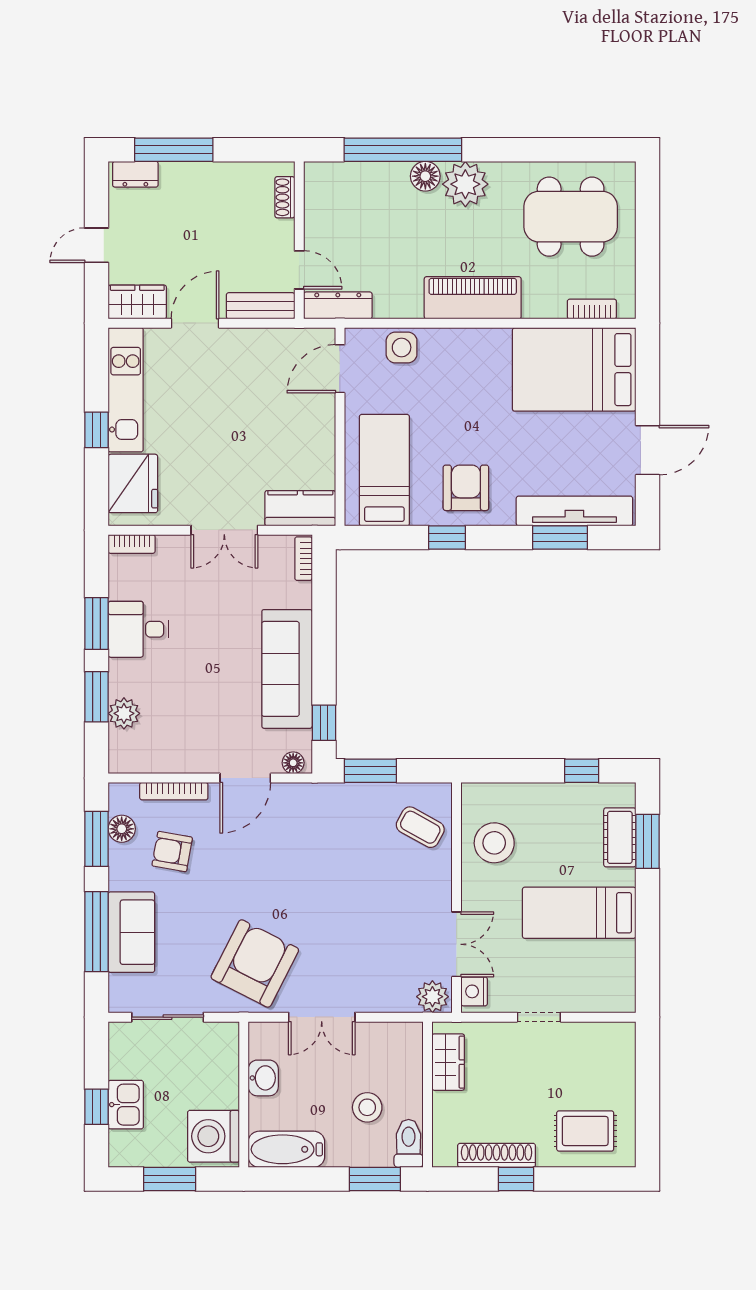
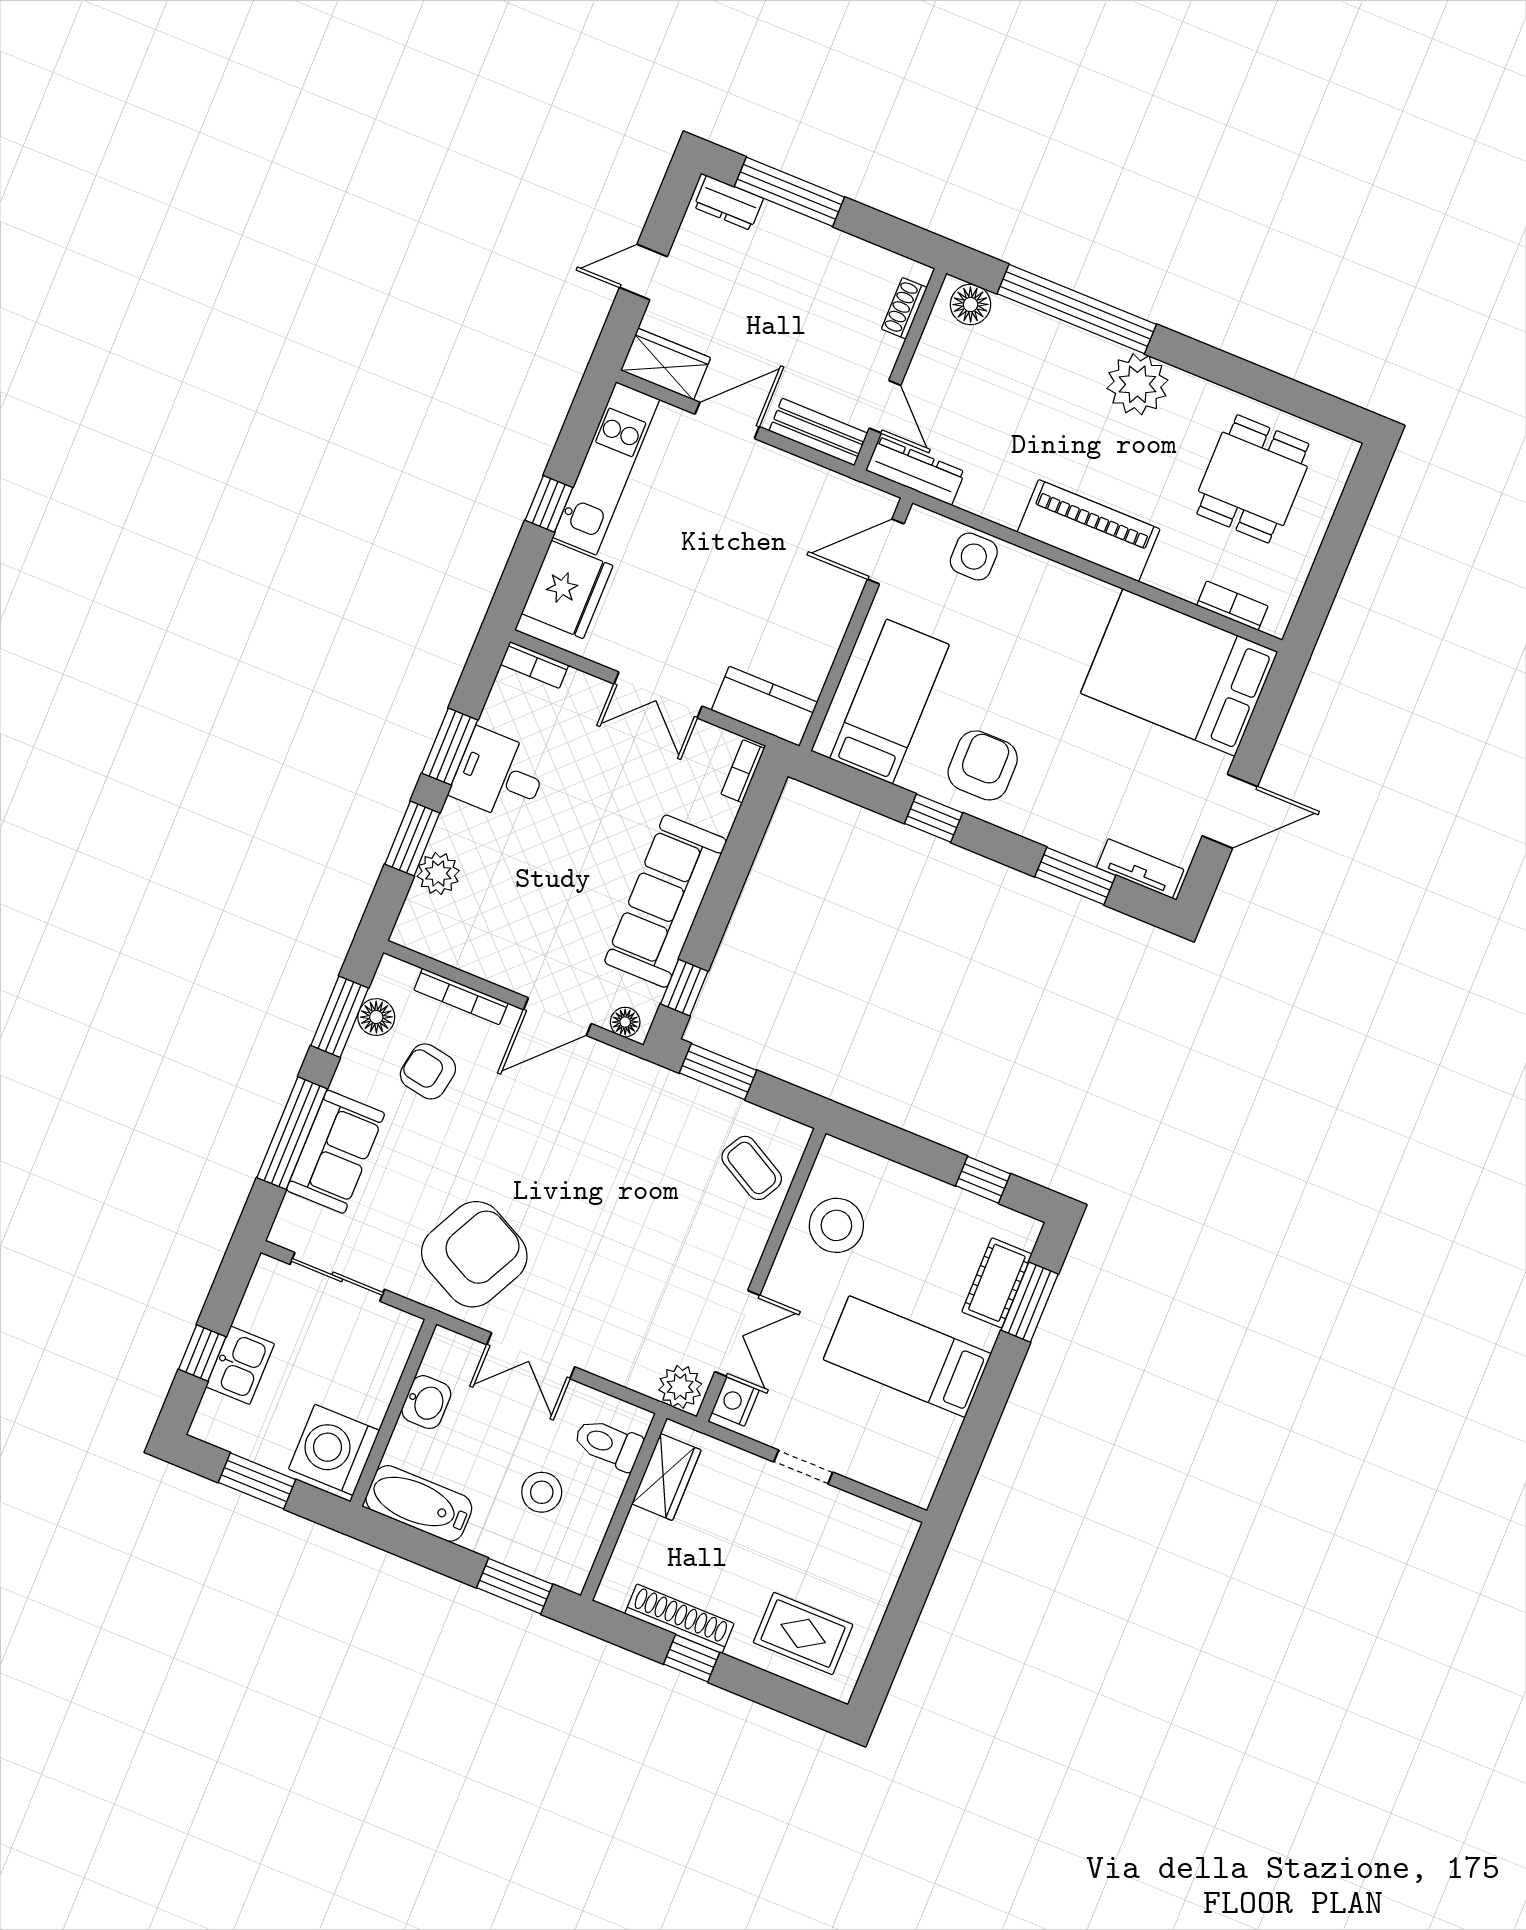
floor lamp: (425, 176) -> (970, 304), moved
dining table: (571, 217) -> (1253, 479), width x0.73
tv unit: (574, 511) -> (1140, 869), width x0.52, depth x0.78
toilet: (409, 1143) -> (608, 1444), moved, turned -90

